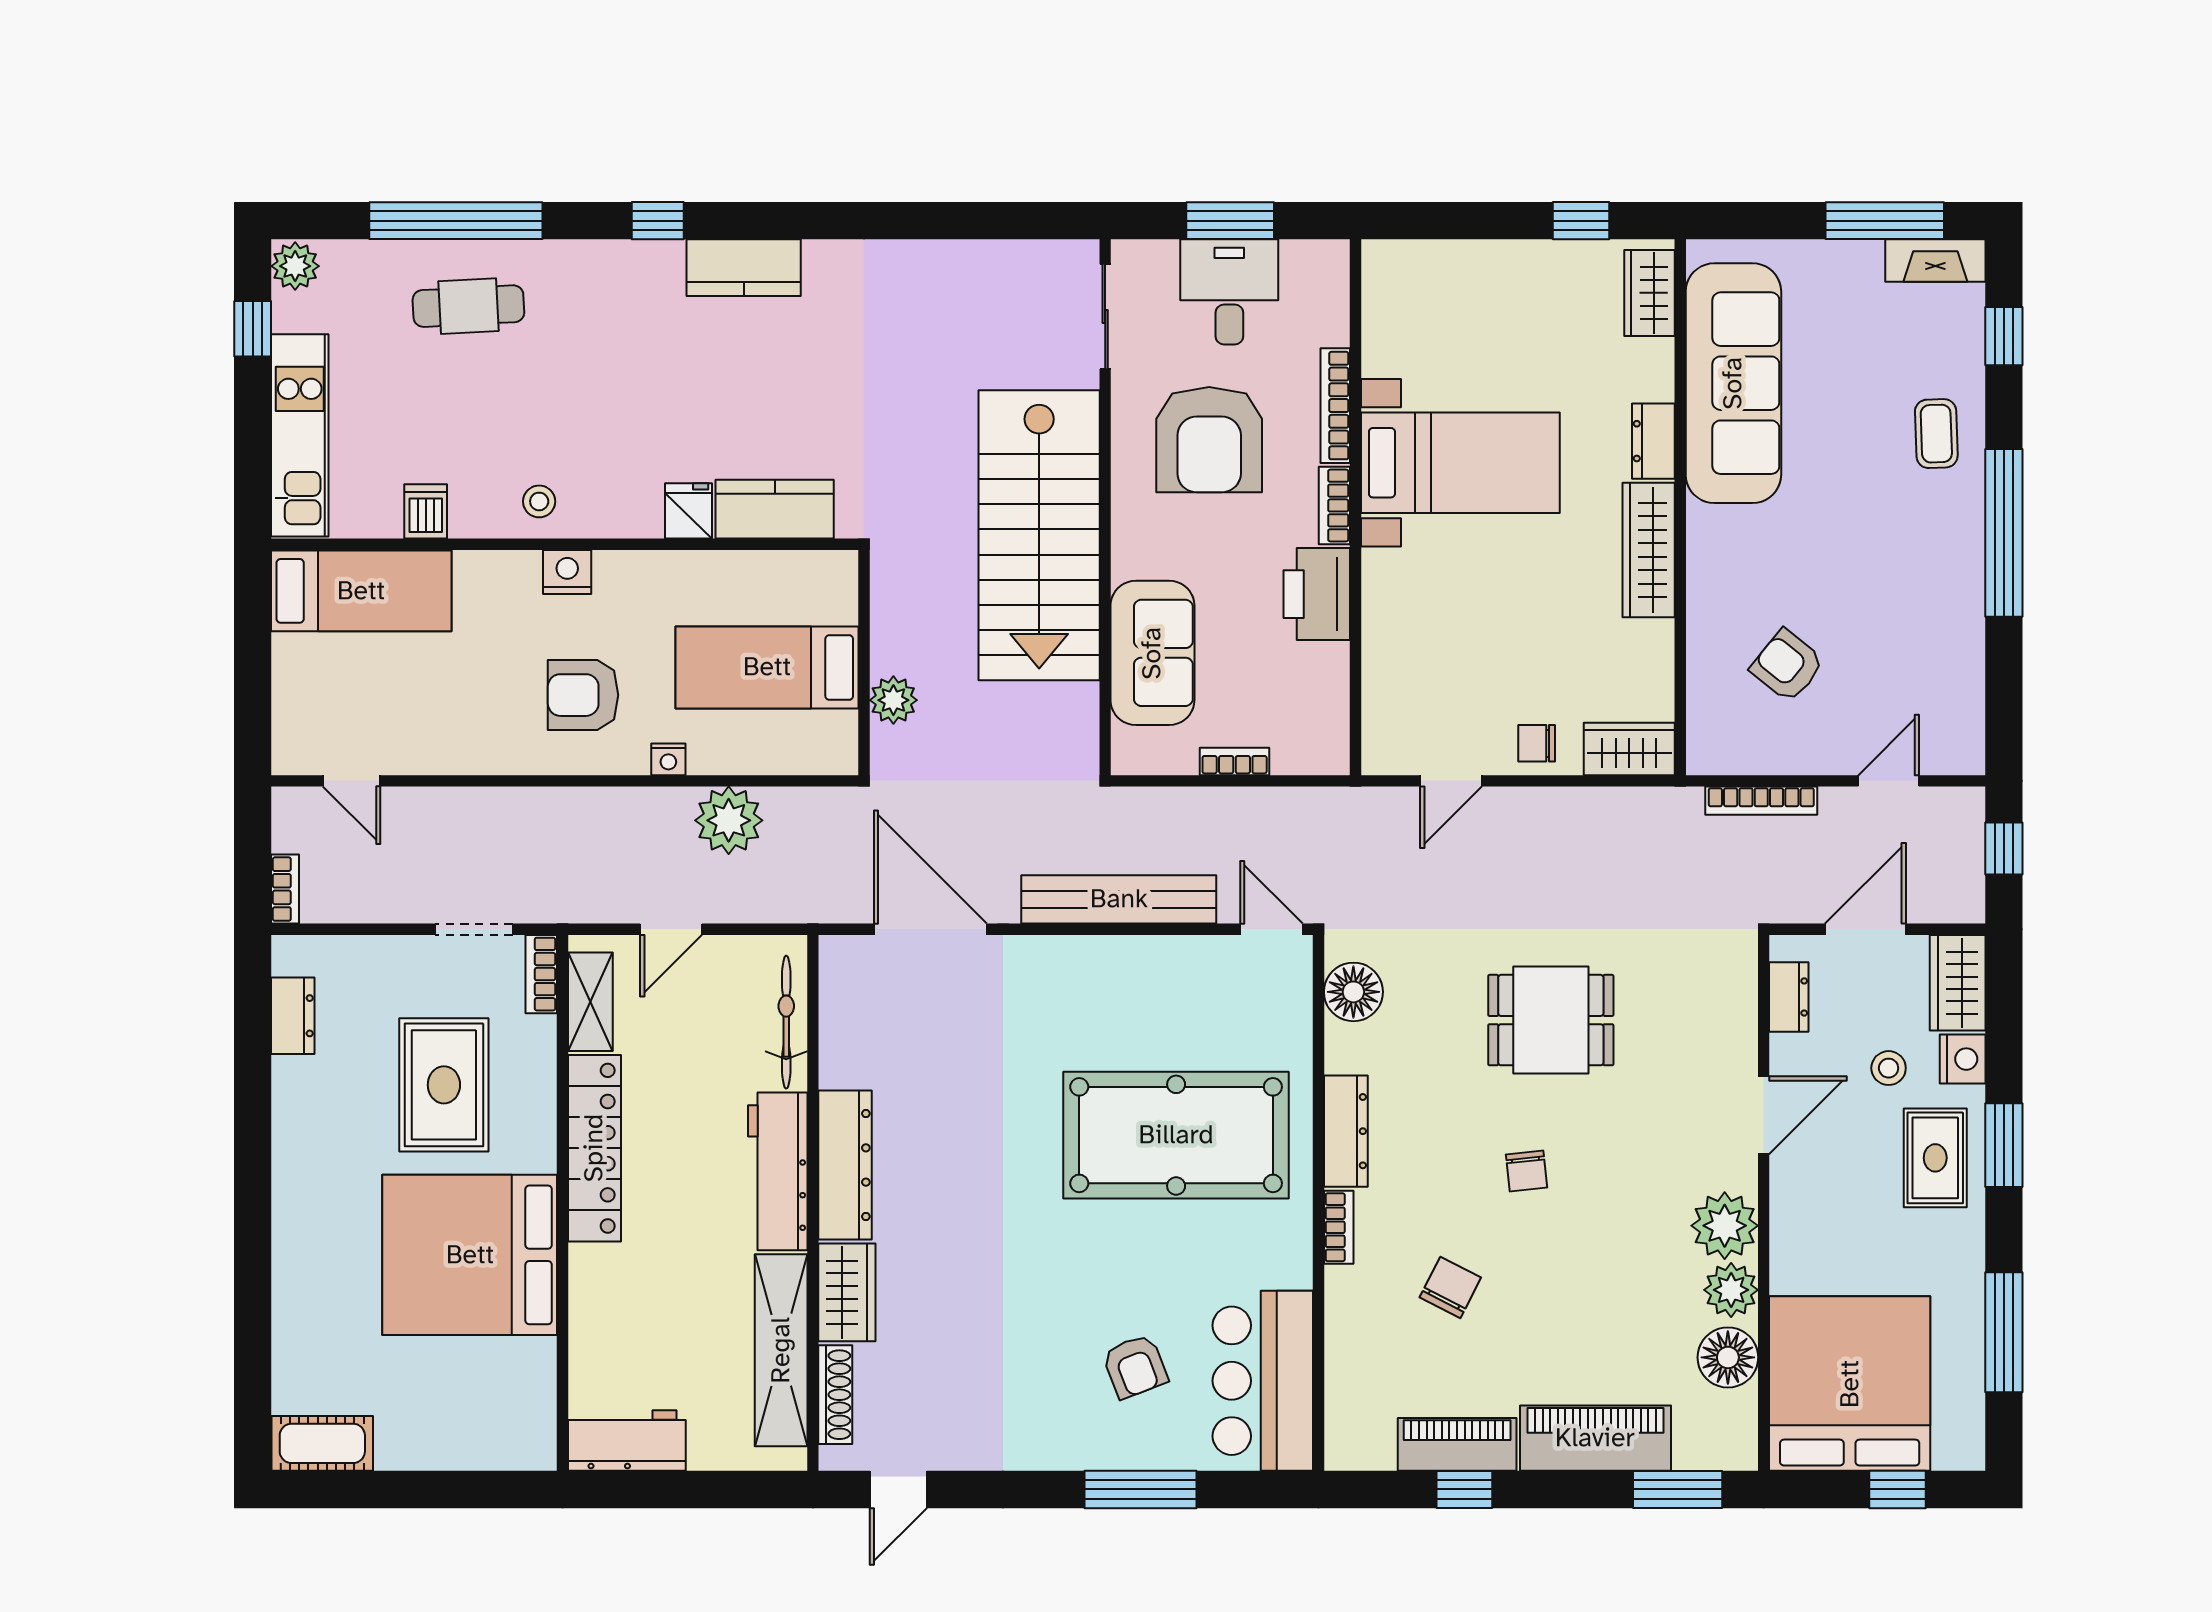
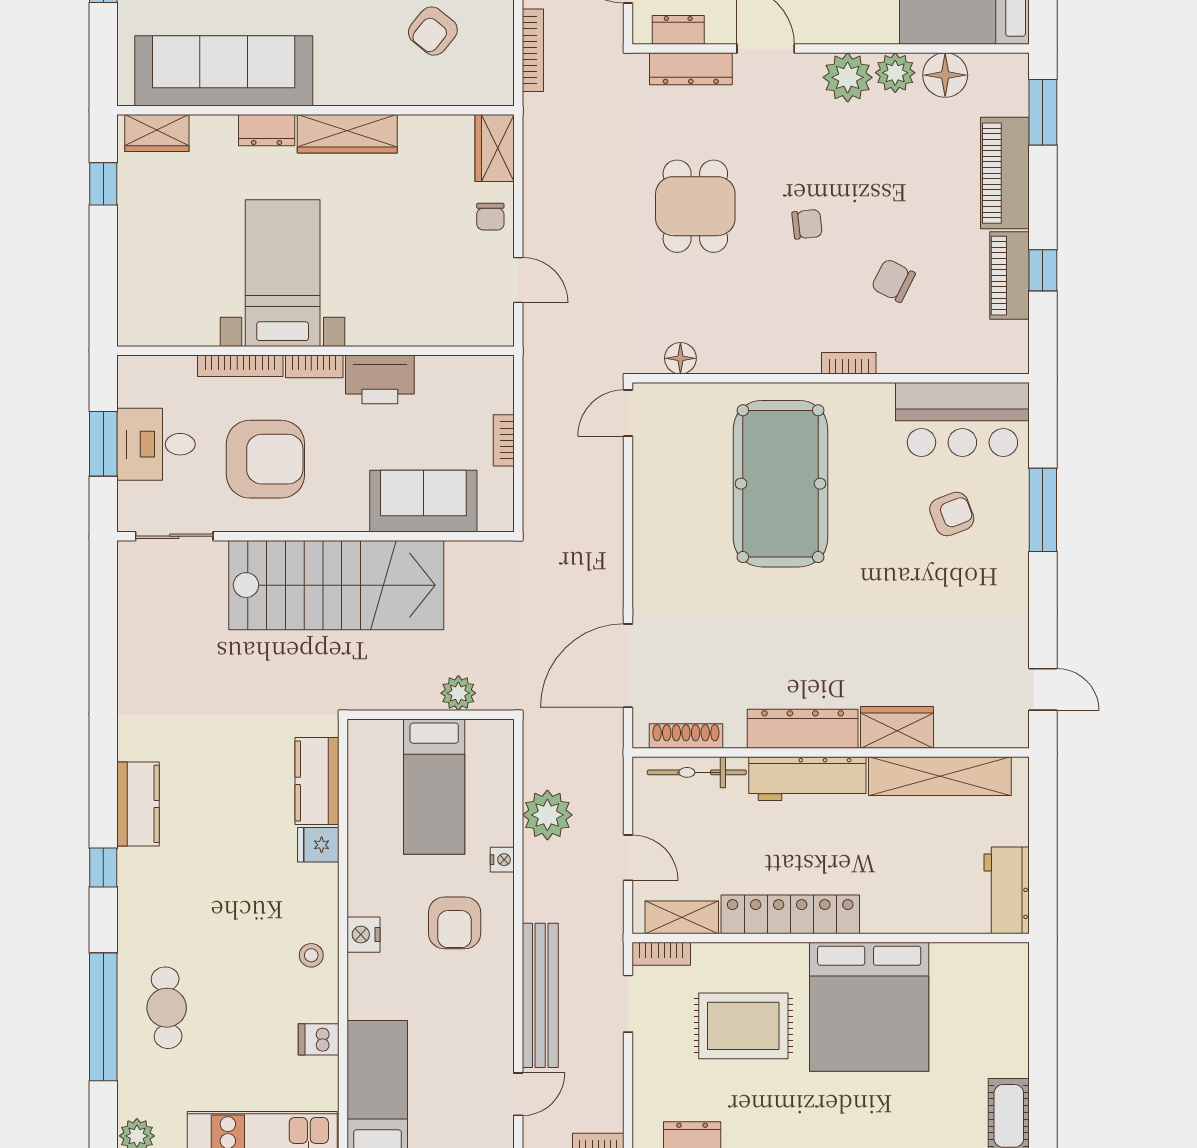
bench: (1119, 899) -> (540, 995), moved
floor lamp: (1353, 992) -> (680, 358), width x0.73, depth x0.73
dresser: (1346, 1131) -> (691, 69), moved, turned 180
shoe rack: (835, 1395) -> (686, 736), moved

